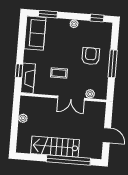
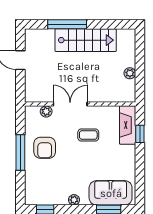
sofa: (35, 33) -> (111, 193), moved, turned 90
armchair: (91, 56) -> (45, 148), moved
window: (68, 160) -> (67, 24), width x0.68

